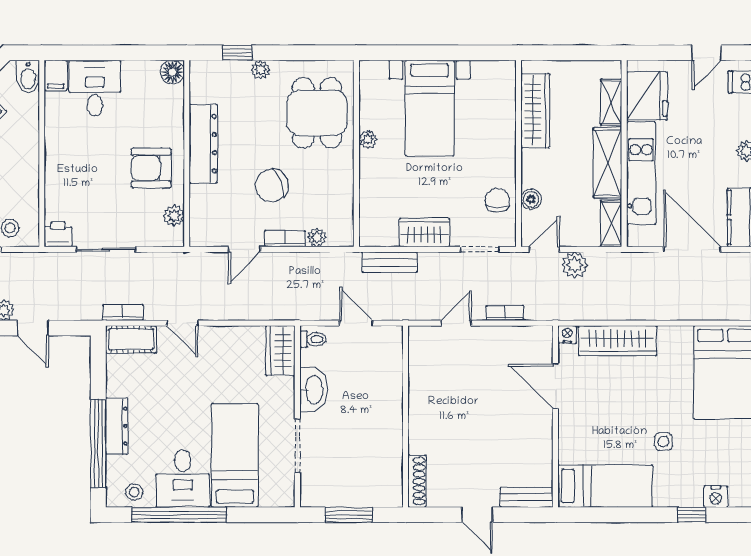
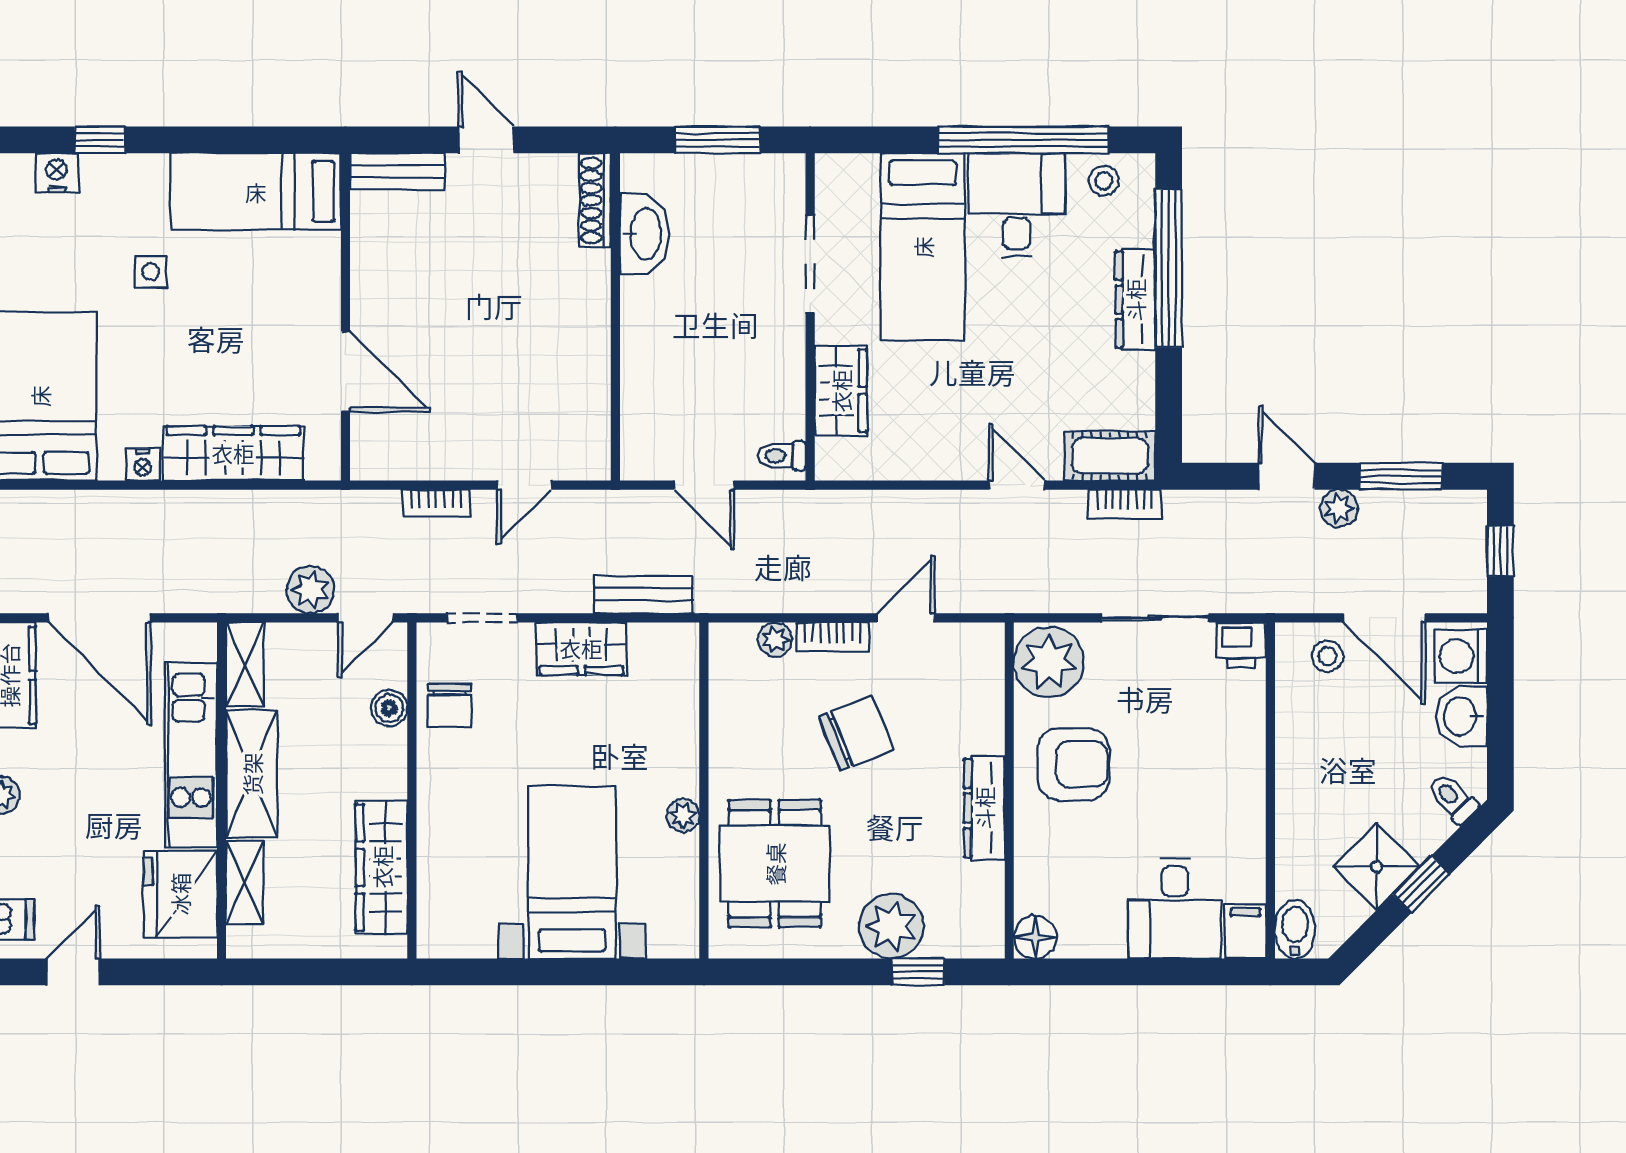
plant: (261, 70) -> (891, 926), width x1.88, depth x1.88
dresser: (203, 144) -> (984, 808), width x0.73, depth x0.80
plant: (174, 216) -> (1049, 662), width x1.87, depth x1.87
nightstand: (567, 334) -> (143, 465), moved
wardrobe: (280, 351) -> (841, 391), moved
washbasin: (313, 390) -> (644, 234), moved, turned 180

